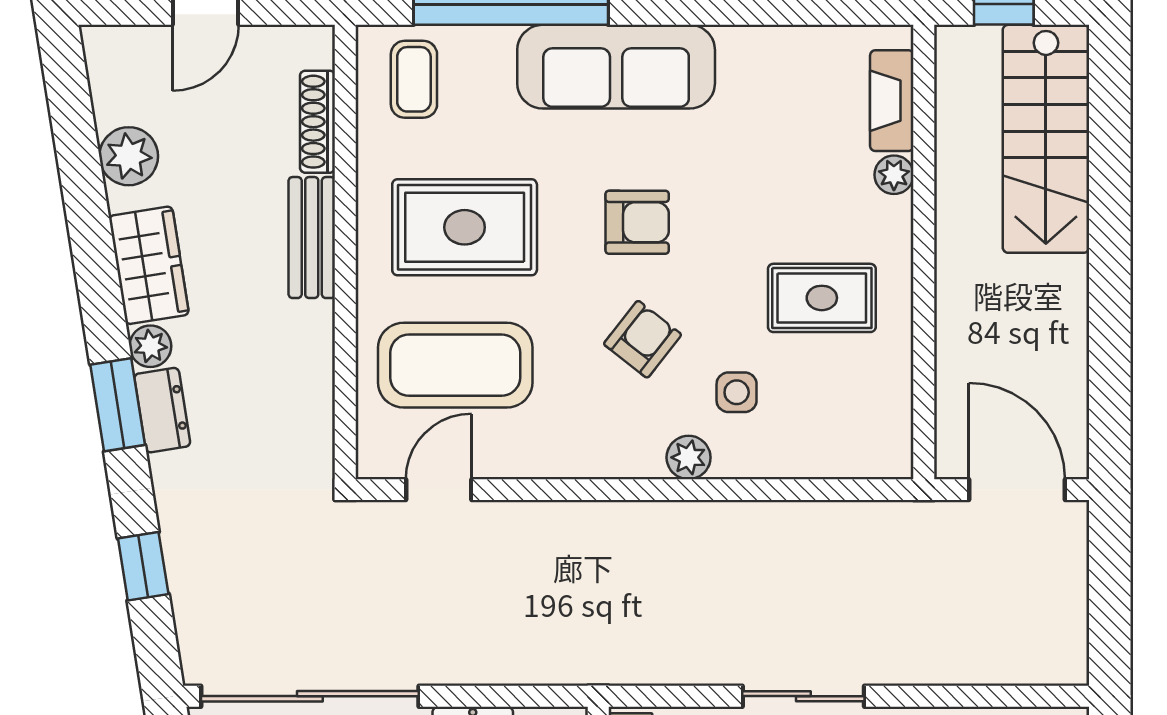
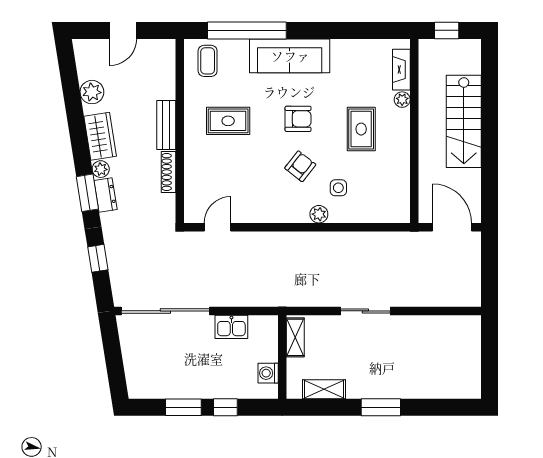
shoe rack: (317, 122) -> (168, 172), moved
stairs: (1046, 139) -> (464, 121), moved
rug: (465, 227) -> (228, 121), width x0.73, depth x0.70
rug: (822, 298) -> (361, 129), moved, turned 90
coffee table: (455, 365) -> (224, 177), removed

